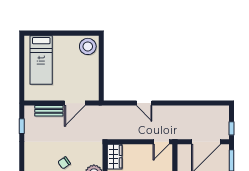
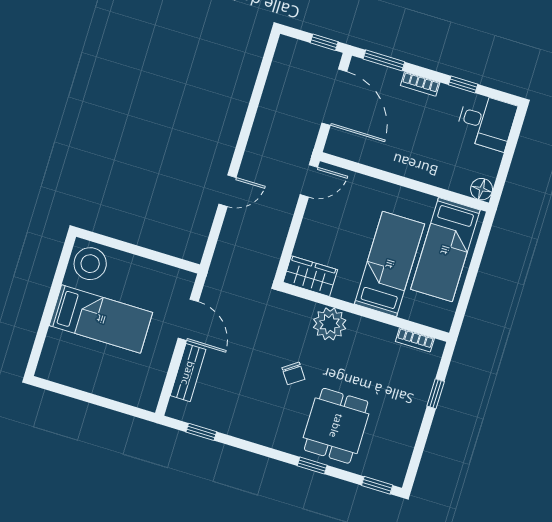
bed: (41, 60) -> (101, 319), moved
door: (161, 142) -> (309, 181), hinge flipped

